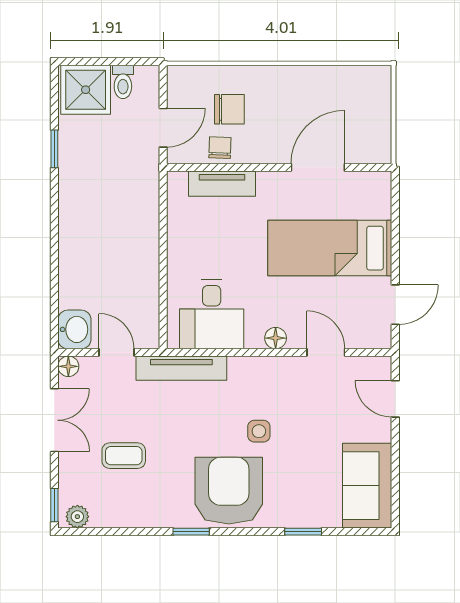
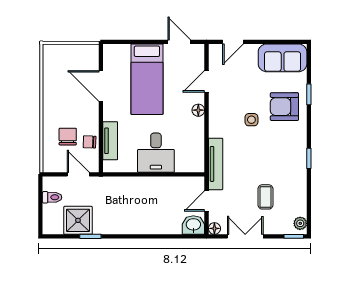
shower: (86, 90) -> (78, 220), moved
desk: (212, 314) -> (156, 153), moved, turned 90
armchair: (229, 491) -> (284, 107), moved, width x0.73, depth x0.73

